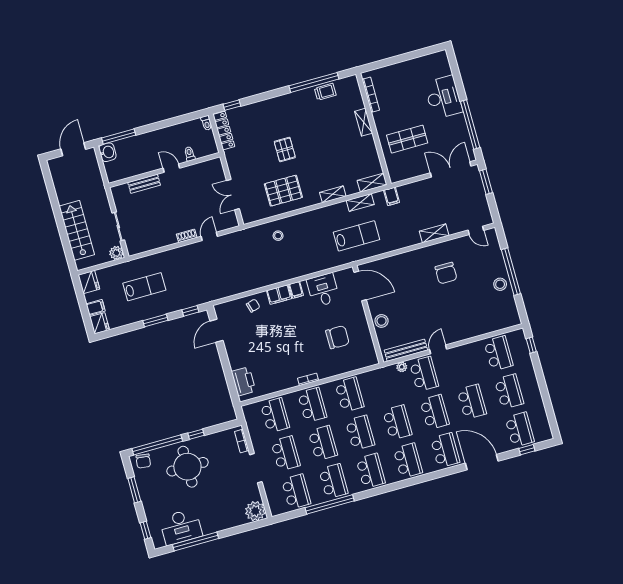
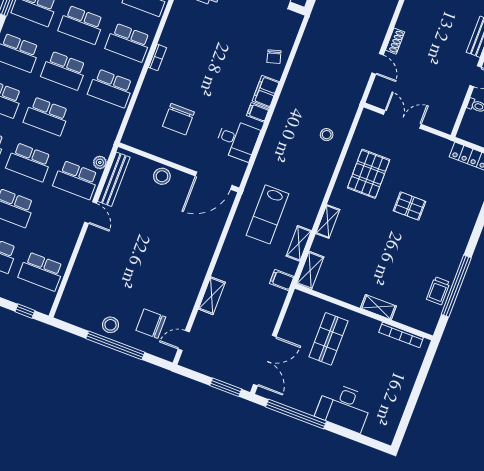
chair: (446, 273) -> (151, 324), moved

